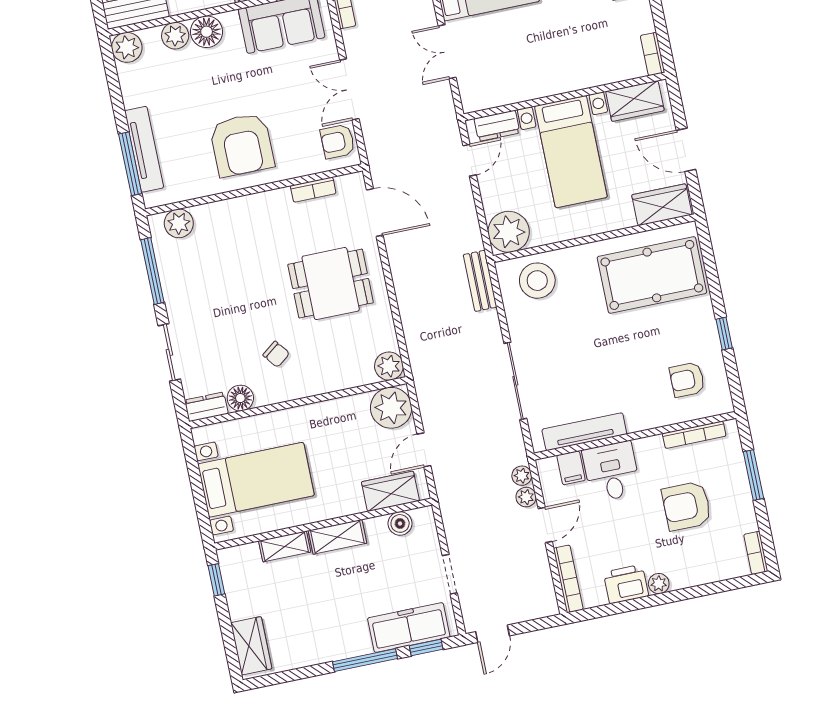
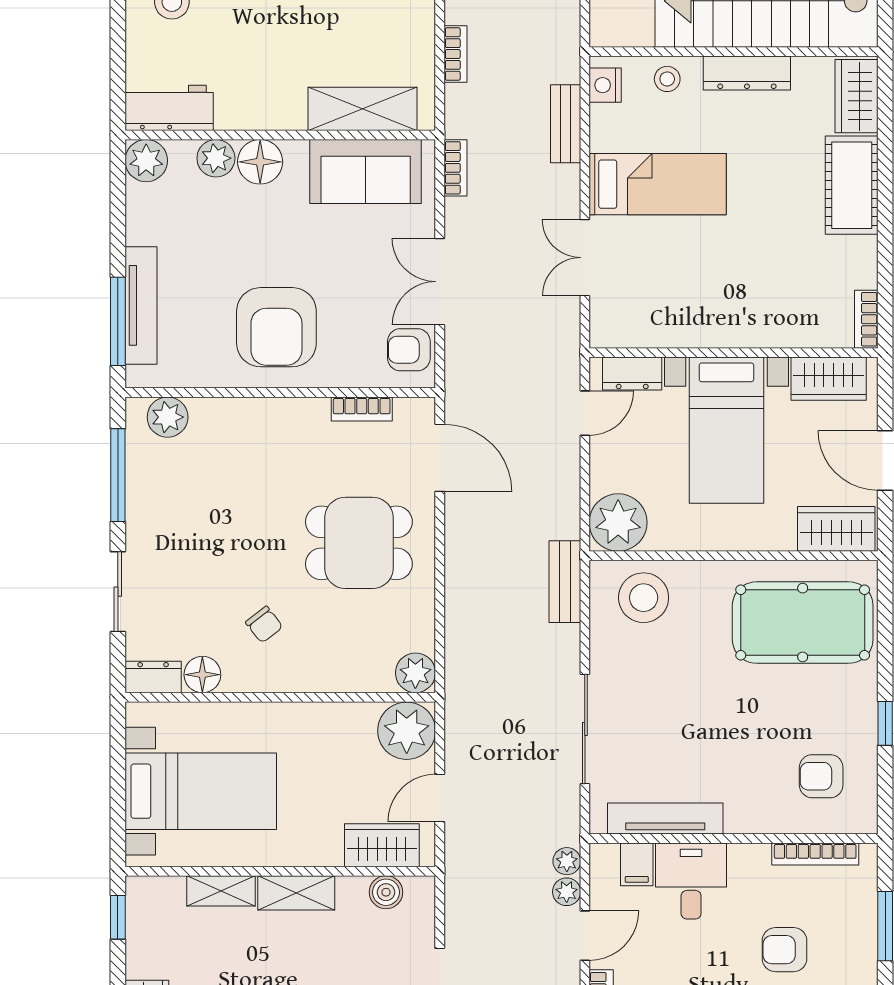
armchair: (687, 506) -> (785, 950), width x0.72, depth x0.72

